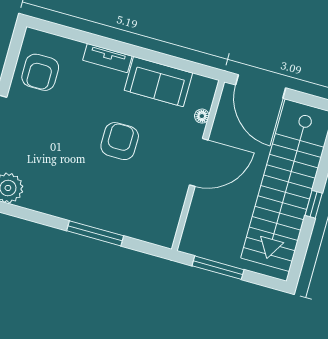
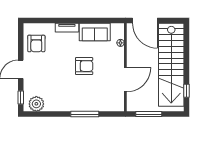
armchair: (120, 141) -> (84, 66), turned 90
door: (199, 162) -> (125, 80), moved
window: (314, 204) -> (187, 91), moved

